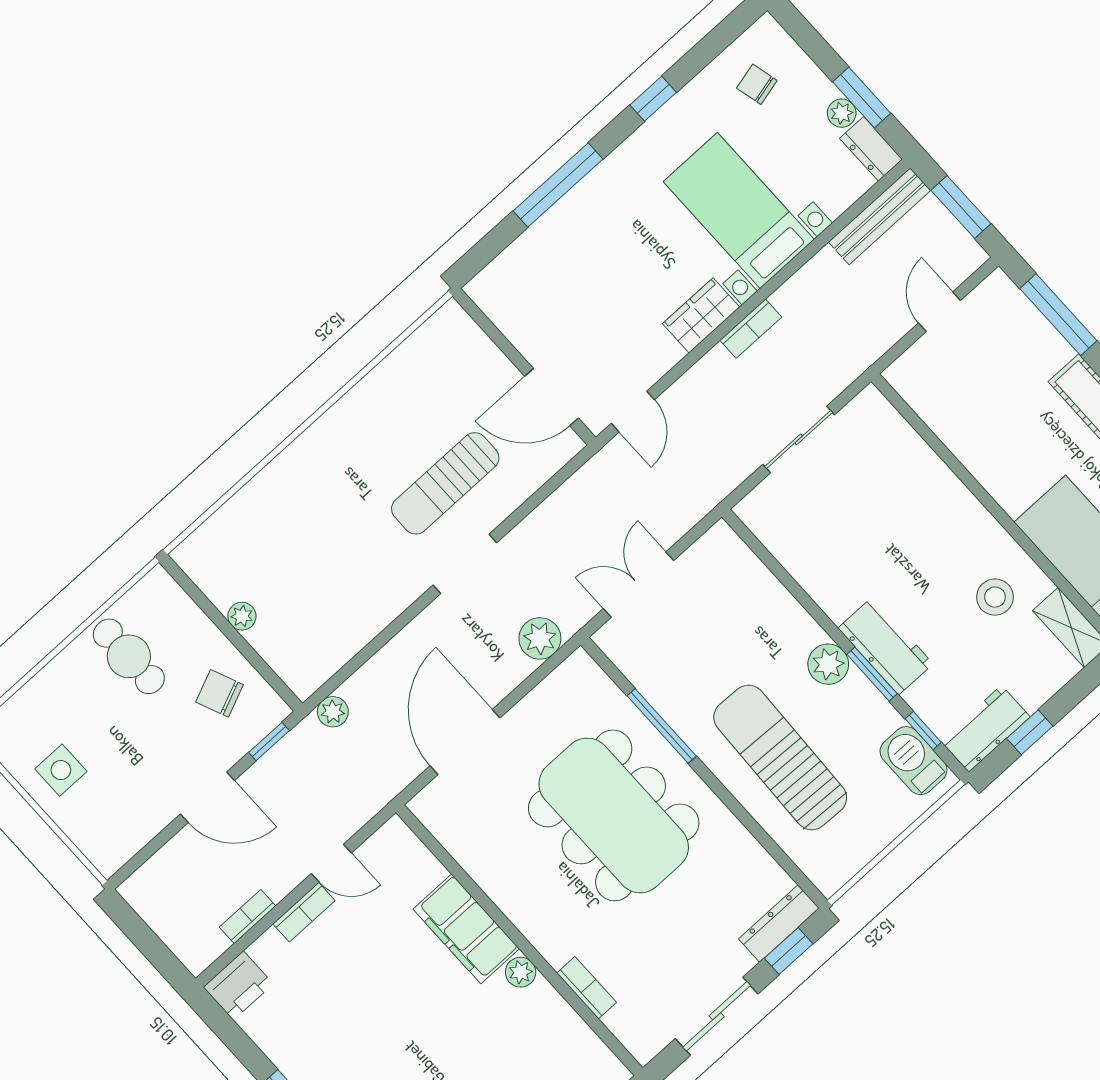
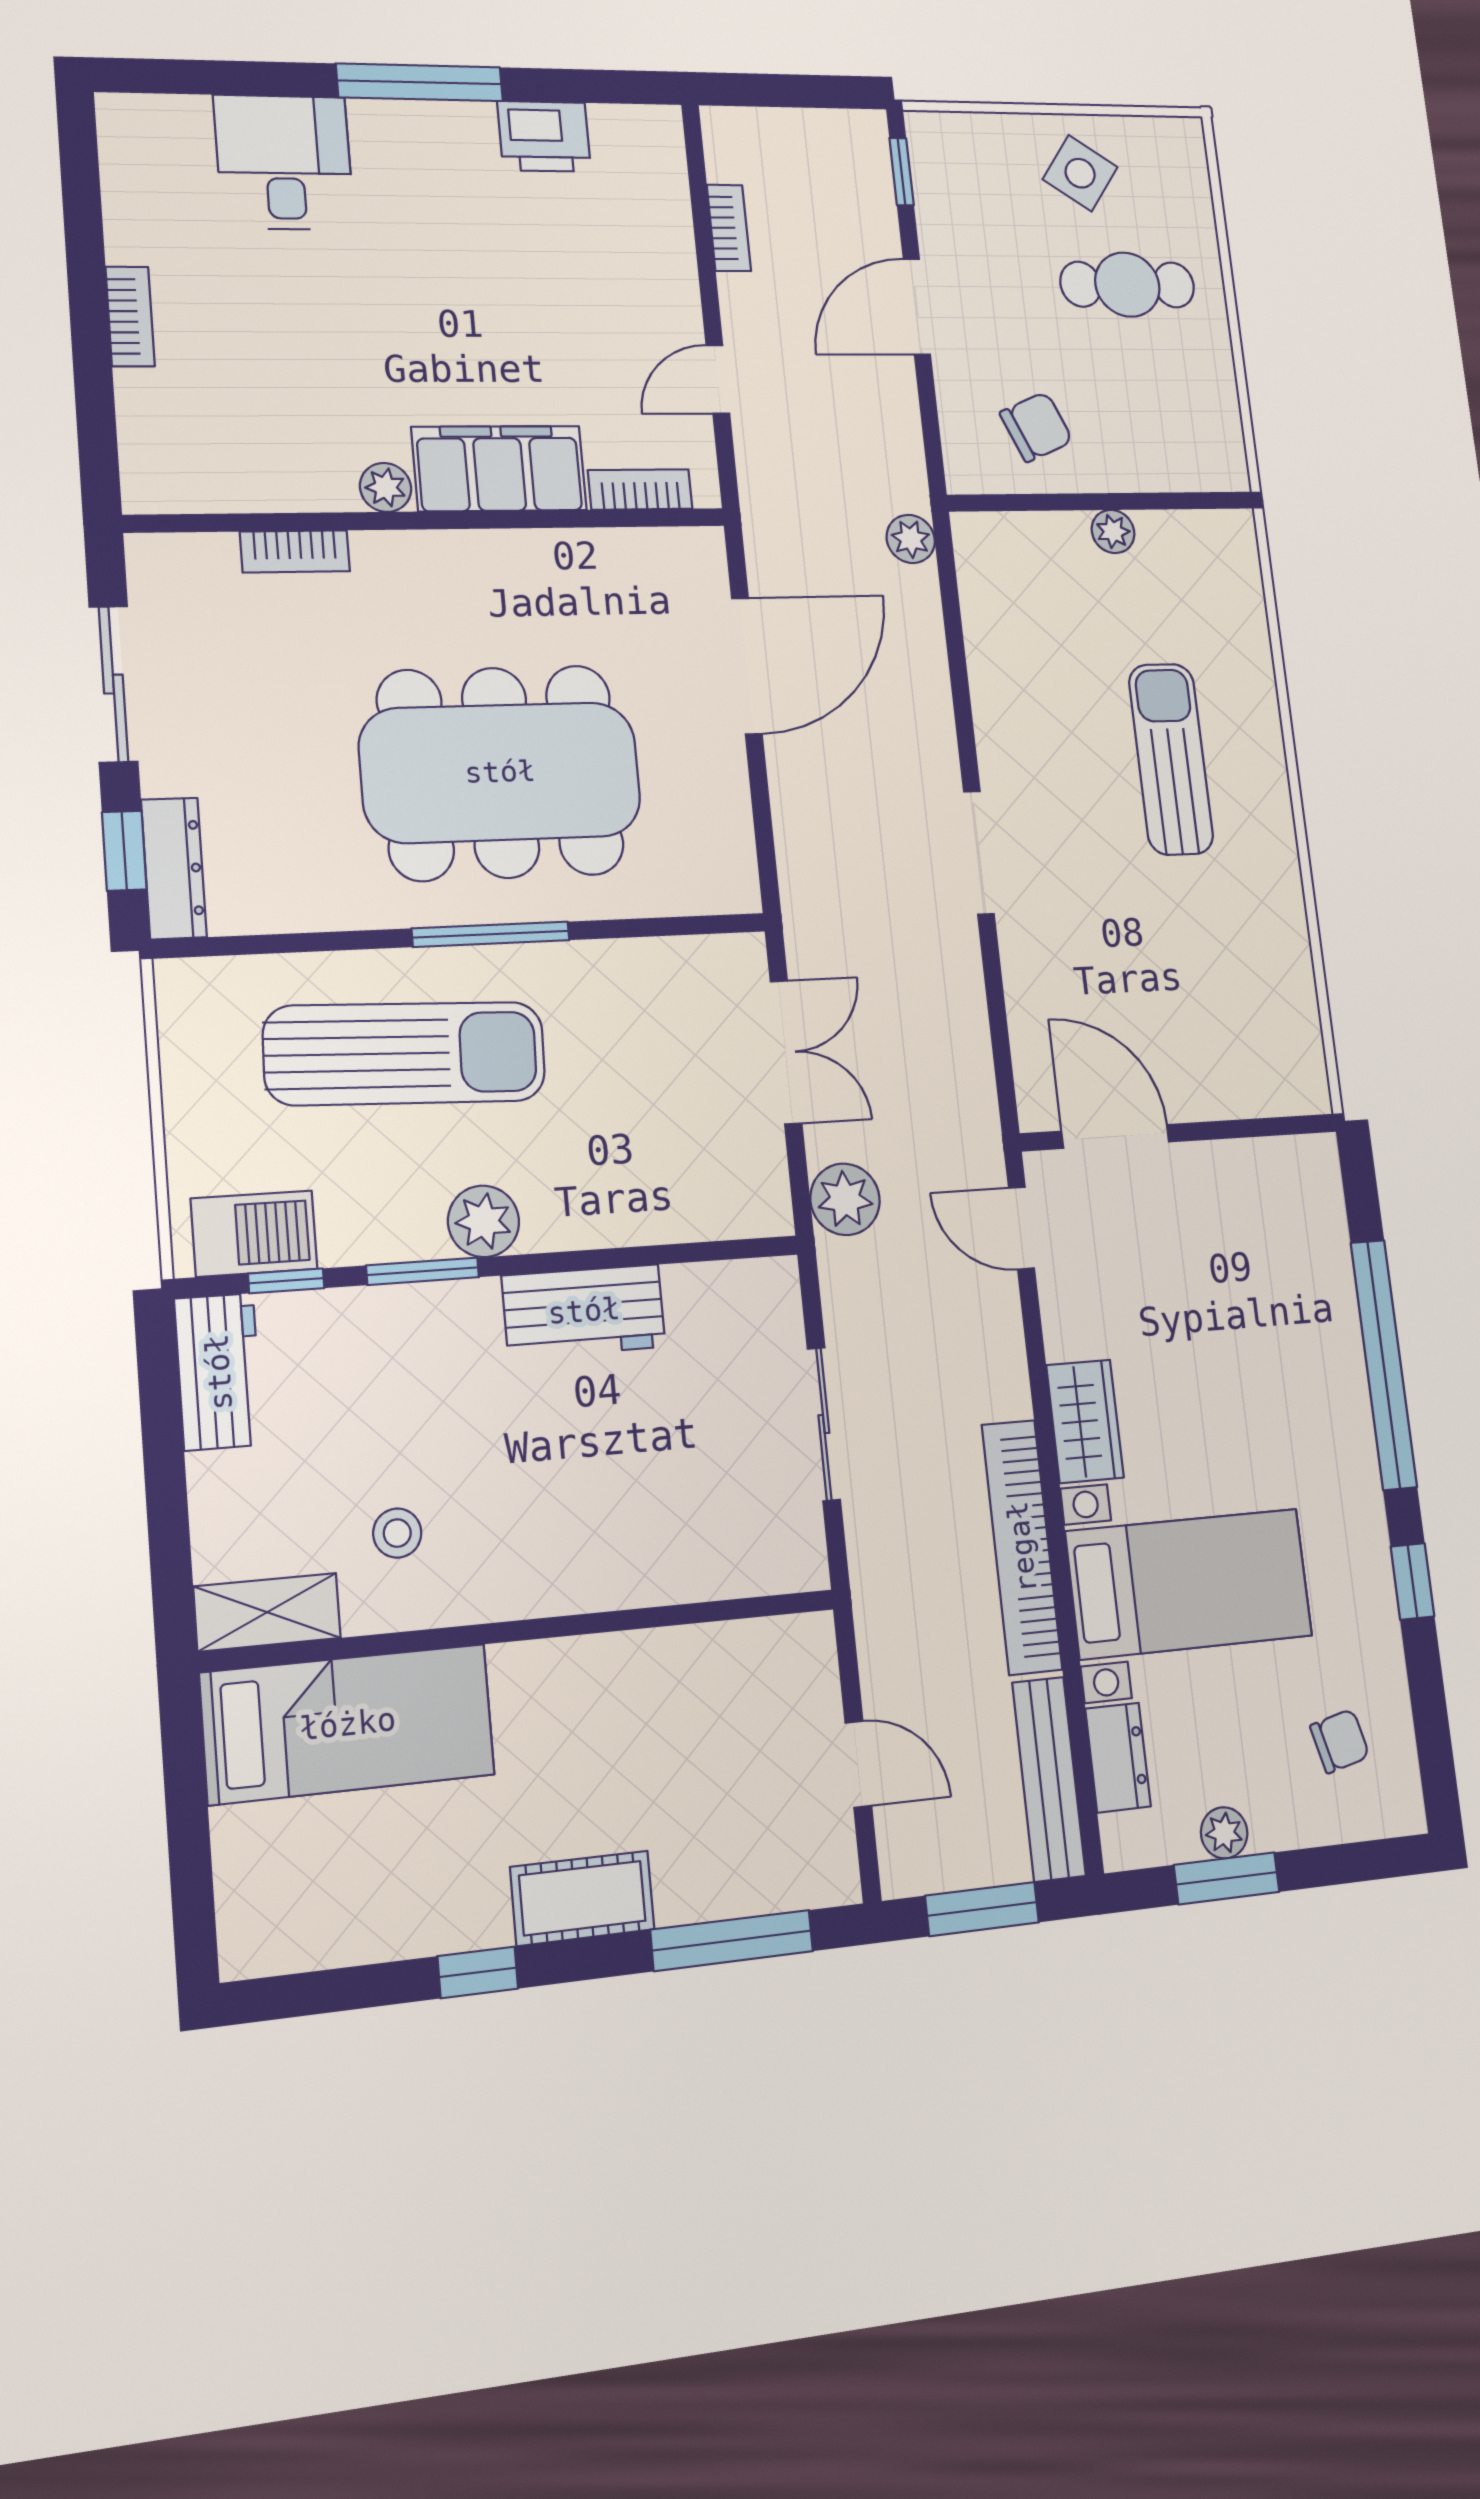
dresser: (871, 149) -> (1118, 1757), moved, turned 90
window: (558, 185) -> (1384, 1364), width x1.46
bookcase: (751, 329) -> (1022, 1547), width x2.31, depth x1.31
door: (552, 397) -> (1115, 1136), hinge flipped
sun lounger: (445, 483) -> (1171, 759), moved
stool: (995, 597) -> (397, 1533), width x0.73, depth x0.73
plant: (540, 638) -> (845, 1199), moved
workbench: (886, 646) -> (584, 1311), moved
cafe table: (129, 656) -> (1127, 285), moved
window: (662, 726) -> (491, 934), moved
window: (1030, 732) -> (162, 1433), removed
window: (269, 741) -> (902, 172), moved
door: (465, 742) -> (747, 666), hinge flipped
side table: (61, 770) -> (1080, 173), turned 35
bookcase: (304, 912) -> (640, 490), moved, turned 90
printer: (238, 985) -> (544, 136), moved, turned -90

